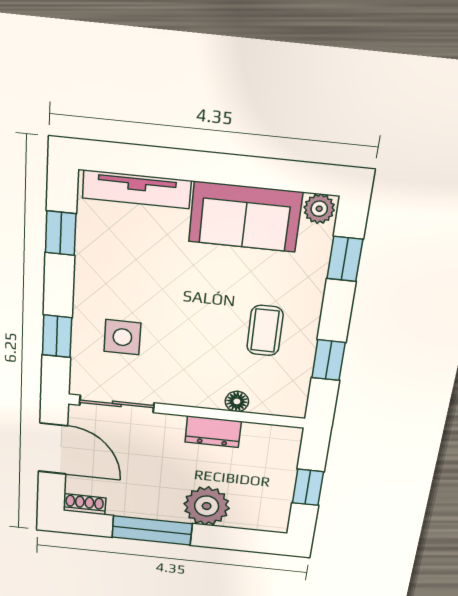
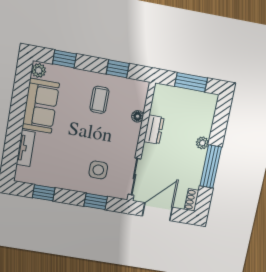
tv unit: (137, 189) -> (26, 148), width x0.71
coffee table: (265, 331) -> (99, 100), turned 90
window: (308, 487) -> (191, 82), width x1.50
plant: (207, 506) -> (202, 143), width x0.53, depth x0.53

